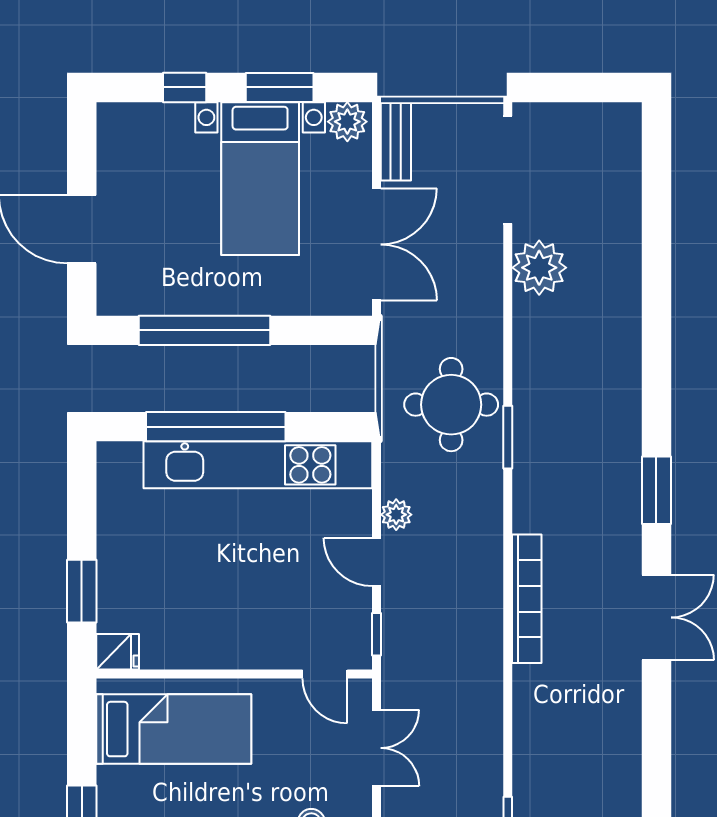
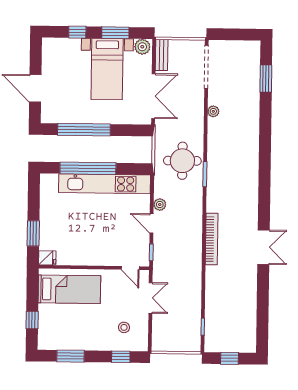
plant: (539, 268) -> (213, 111), width x0.53, depth x0.53
window: (656, 490) -> (266, 78), moved

